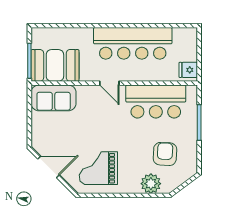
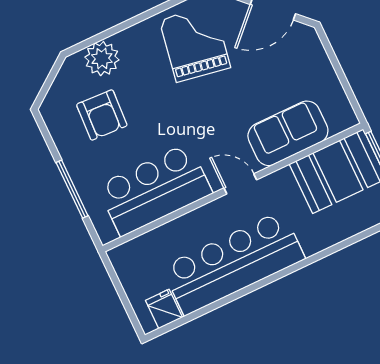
fridge: (188, 70) -> (164, 309), moved, turned -90
sofa: (54, 98) -> (288, 133), moved
grand piano: (98, 168) -> (195, 44), turned -80

